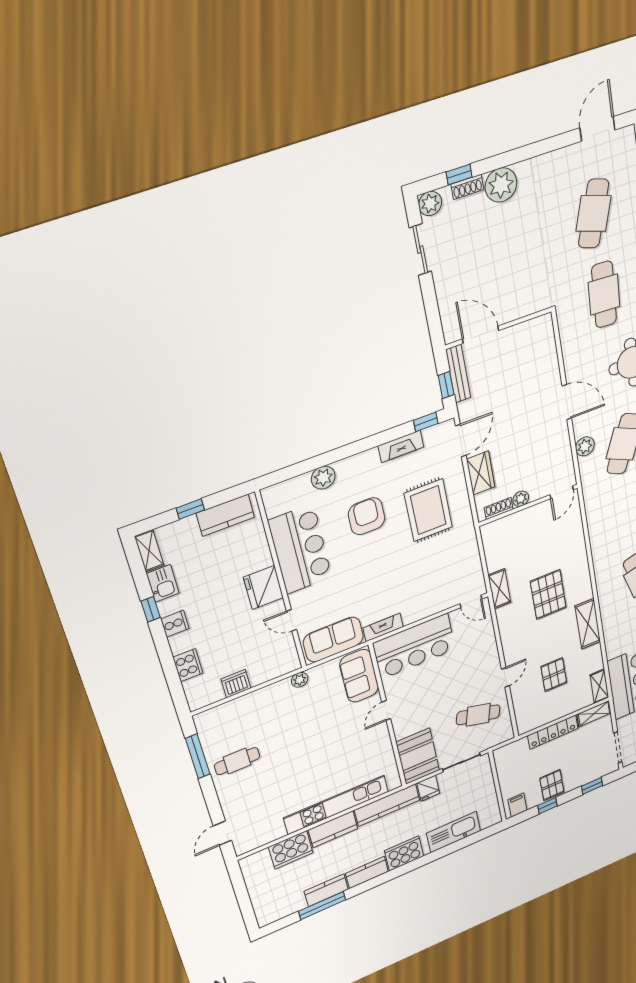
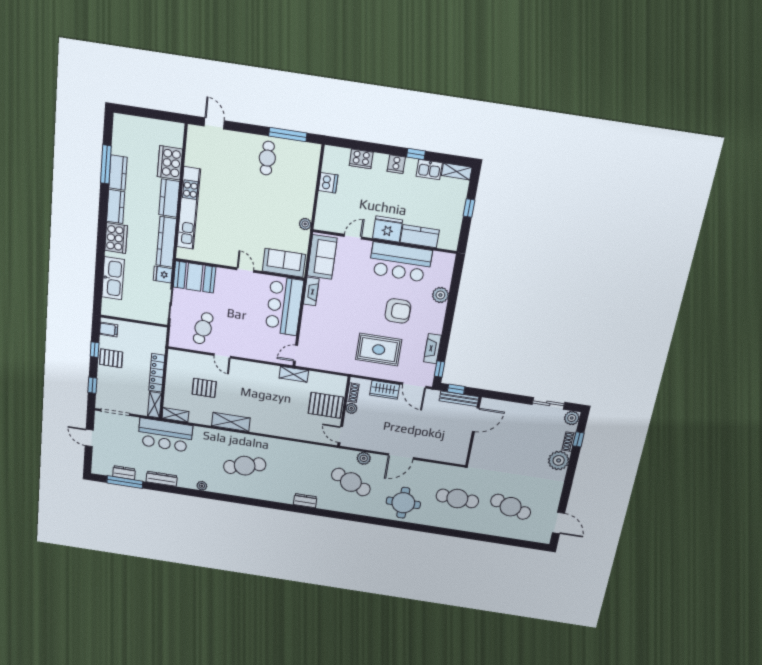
kitchen counter: (225, 515) -> (420, 236), moved, turned 90
pallet: (548, 595) -> (326, 405), moved

